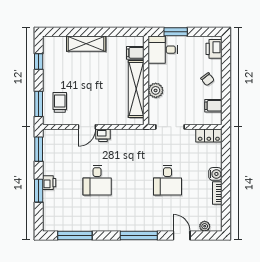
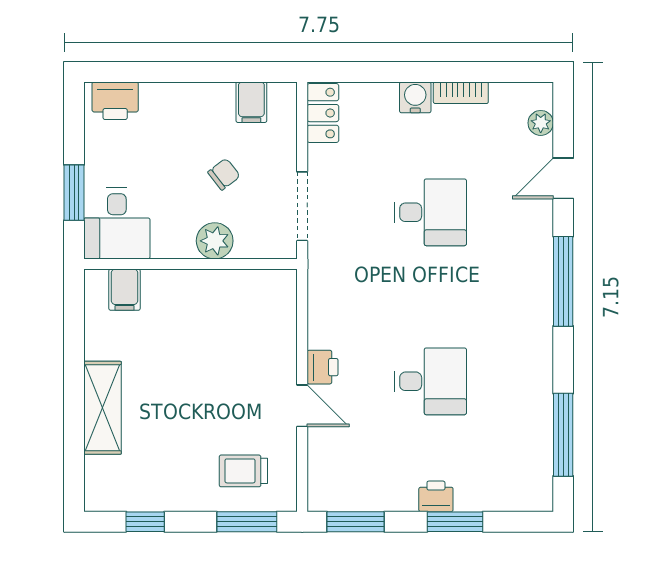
chair: (207, 79) -> (224, 174), moved
shelving: (136, 89) -> (211, 288), removed

